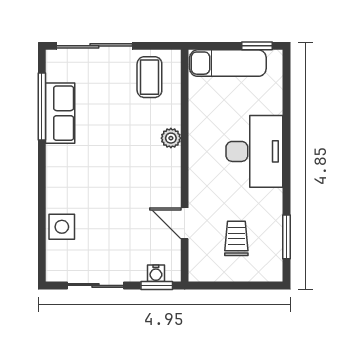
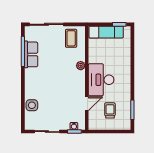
desk: (254, 151) -> (101, 80), moved, turned 180
door: (185, 223) -> (87, 104), swing flipped

